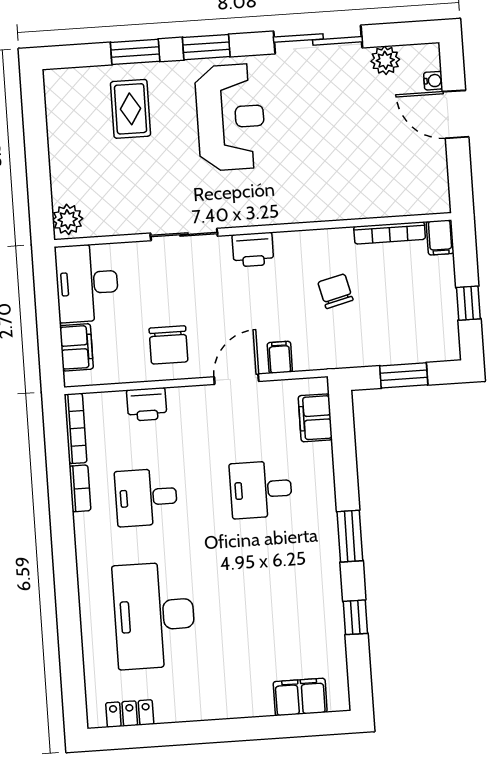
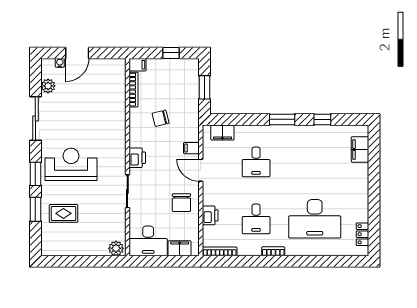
chair: (168, 345) -> (181, 203), turned 90
bookcase: (80, 488) -> (273, 251), moved

